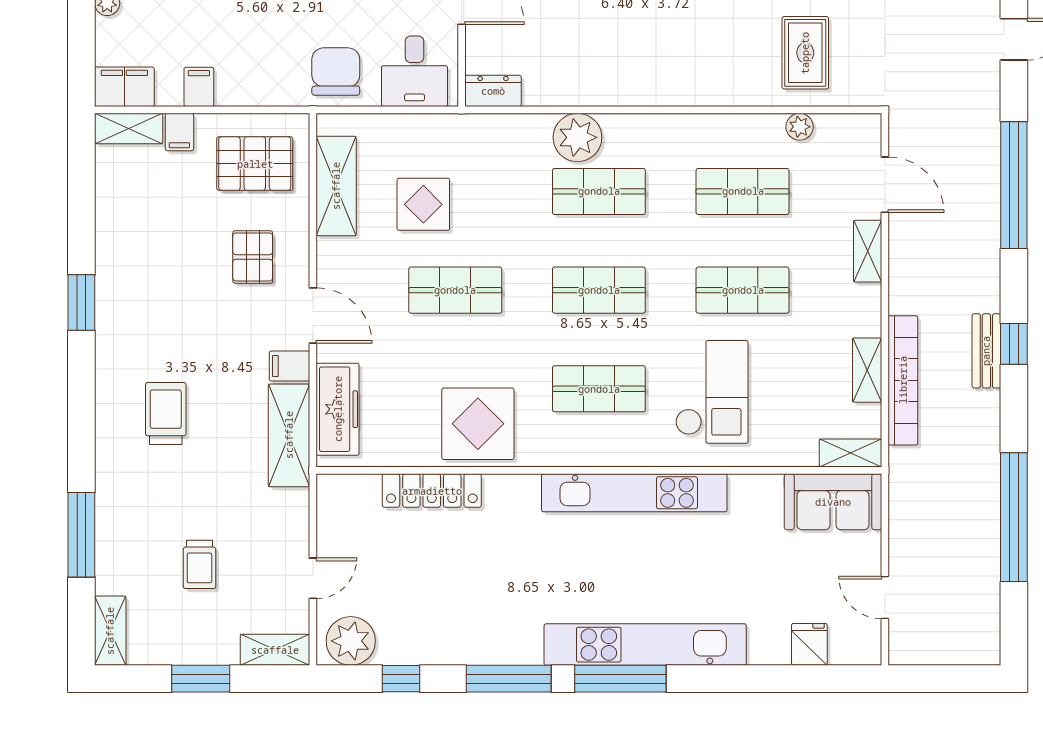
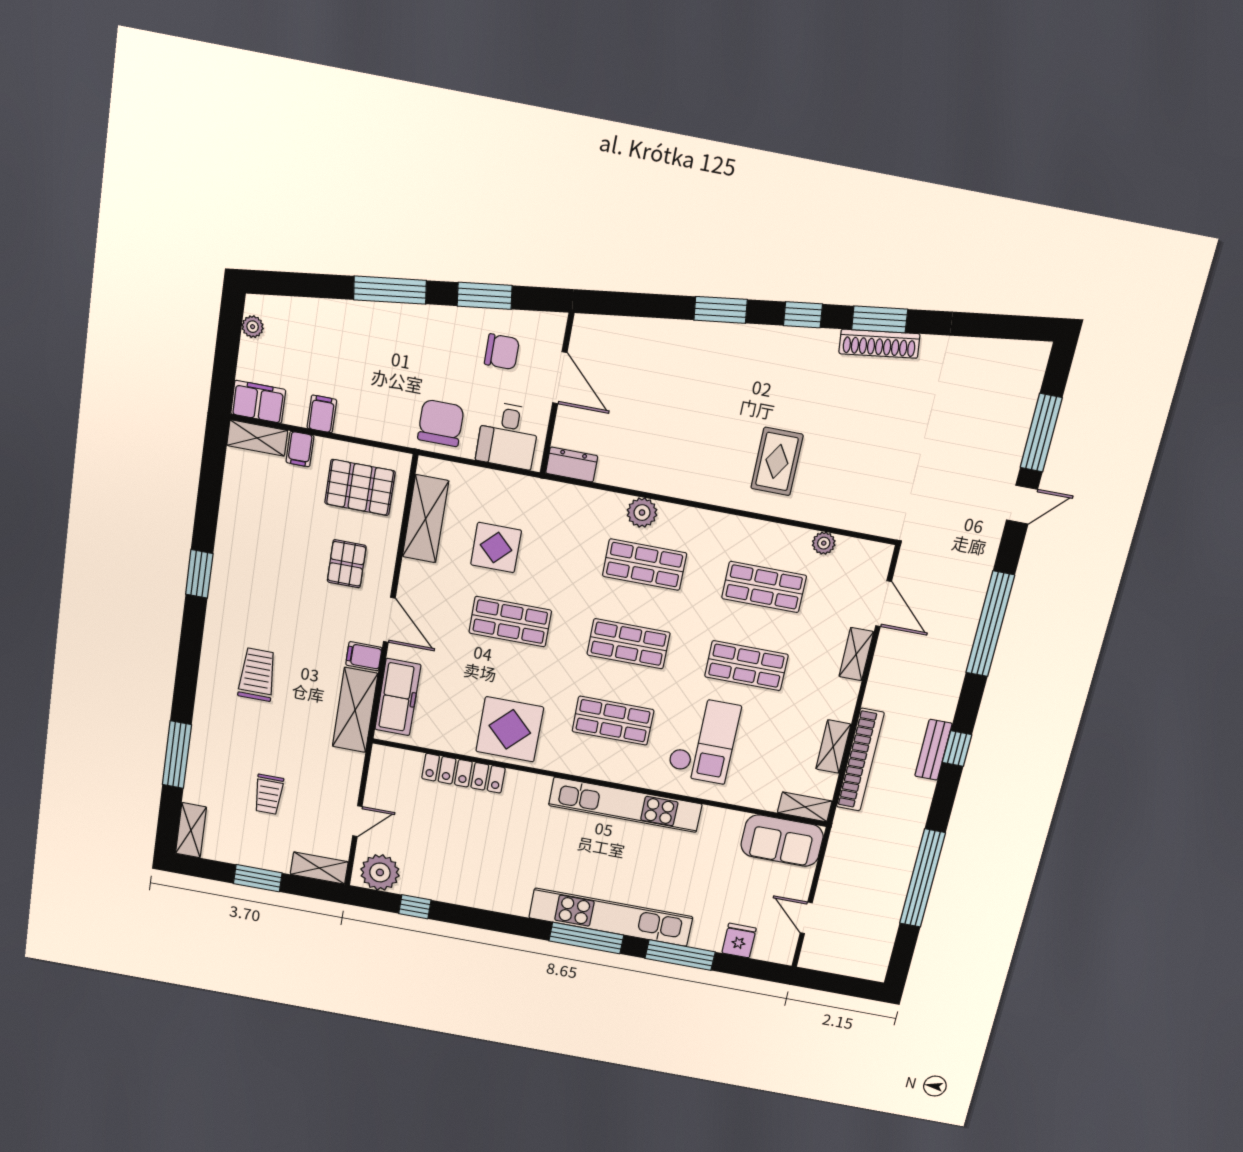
rug: (805, 53) -> (777, 461), moved
plant: (577, 137) -> (642, 513), width x0.73, depth x0.73
window: (509, 679) -> (680, 955), moved

